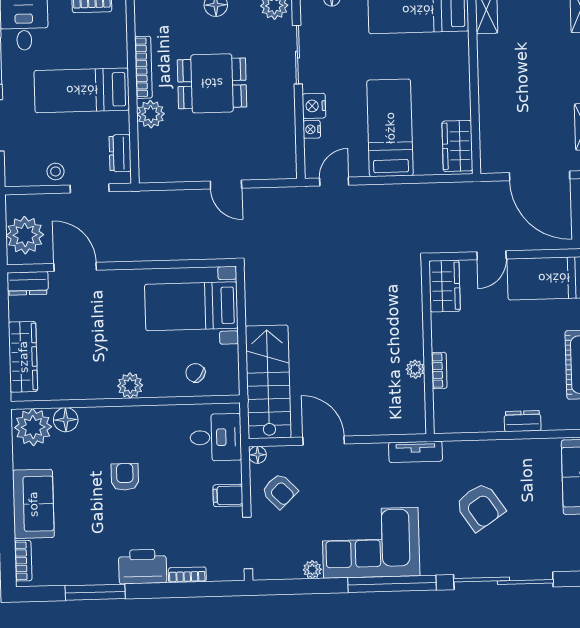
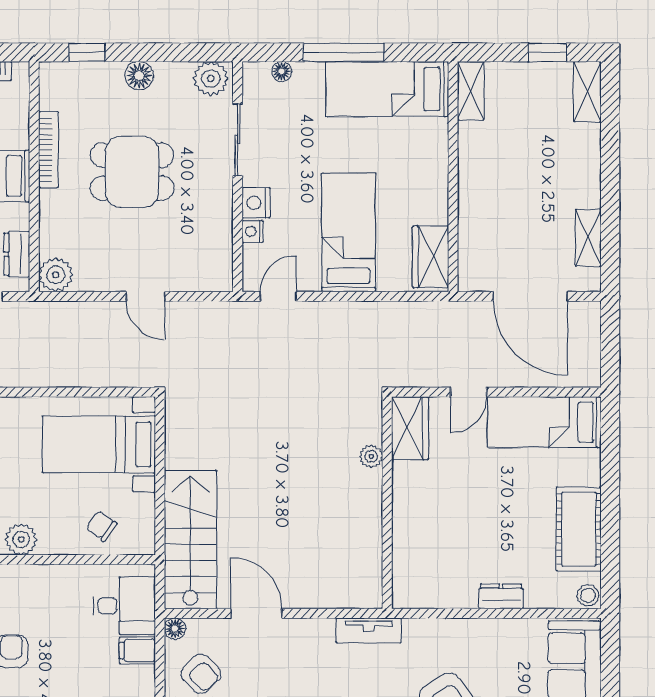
plant: (151, 114) -> (56, 275), moved
plant: (415, 369) -> (371, 456), moved
bookcase: (439, 370) -> (401, 531), removed
filing cabinet: (228, 495) -> (137, 651), moved

